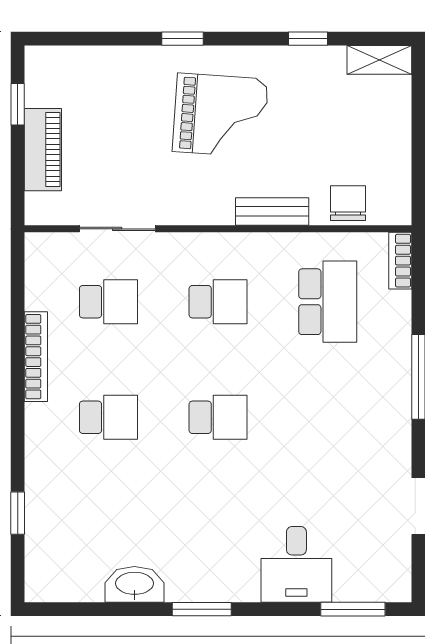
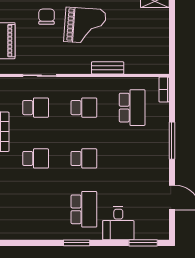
chair: (348, 203) -> (47, 17), moved
school desk: (218, 533) -> (84, 209), added
washbasin: (134, 584) -> (47, 232), removed

